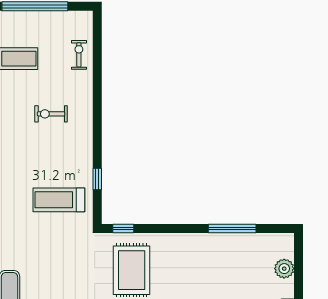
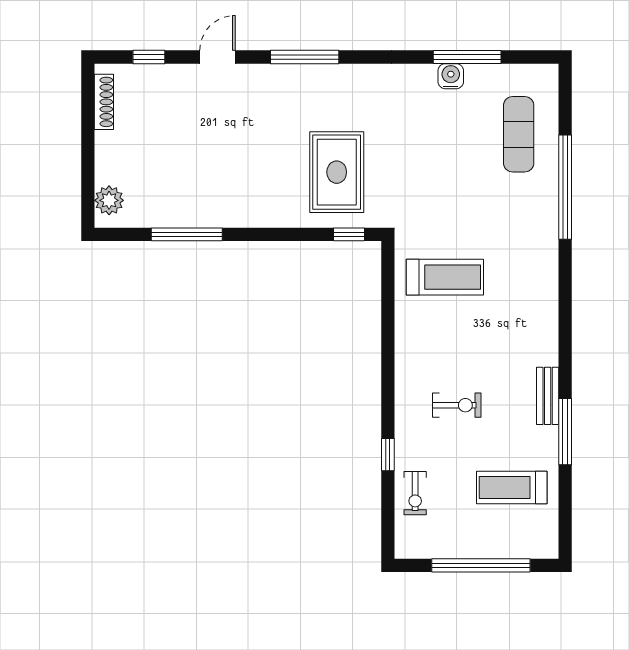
window: (97, 179) -> (388, 455), moved
plant: (284, 269) -> (109, 200), moved

